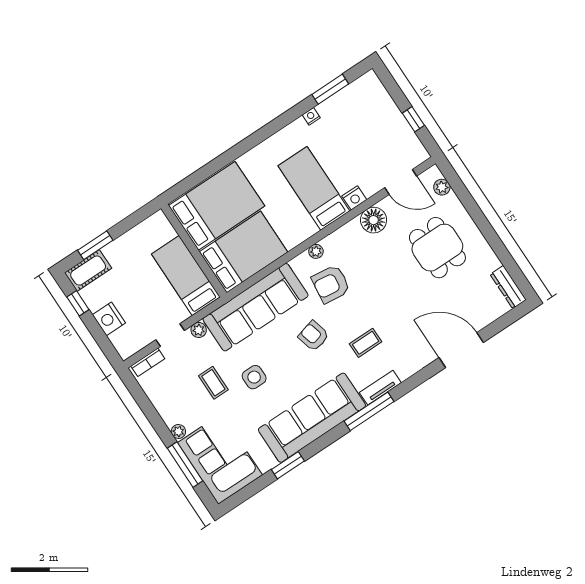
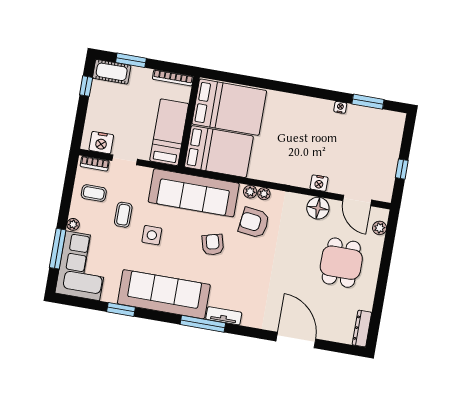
bed: (314, 188) -> (300, 153), removed
bookcase: (145, 226) -> (173, 78), added
nightstand: (109, 319) -> (101, 143), moved, turned -90
plant: (199, 330) -> (250, 192), moved
coffee table: (366, 343) -> (94, 193), moved

